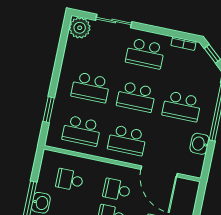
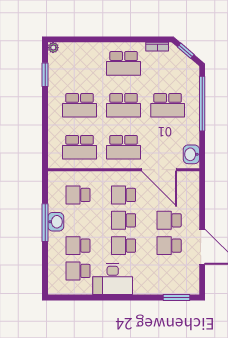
sliding door: (114, 21) -> (88, 39), removed
plant: (80, 28) -> (53, 48), width x0.53, depth x0.53
window: (49, 110) -> (45, 75), moved
washbasin: (200, 144) -> (191, 154), moved

